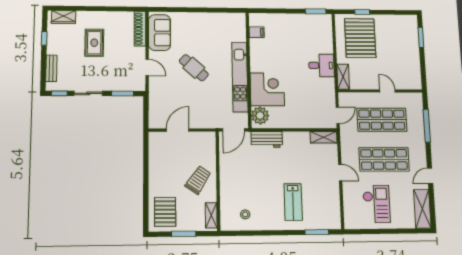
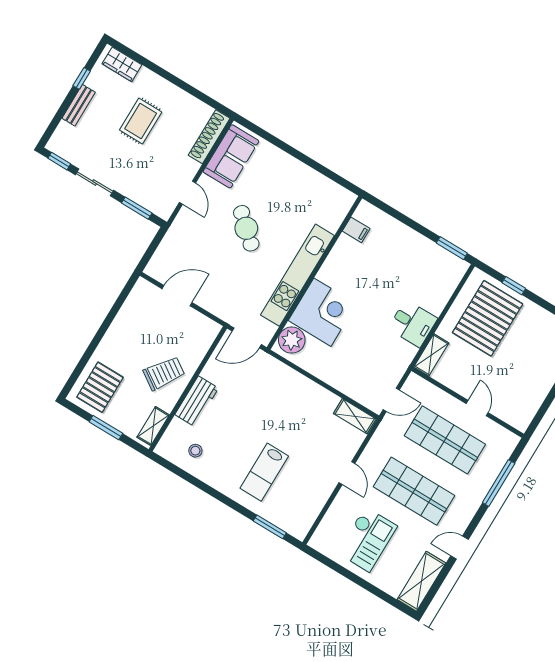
bench: (51, 68) -> (79, 105), moved
workbench: (267, 139) -> (197, 401), moved, turned -90

